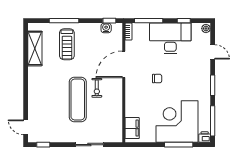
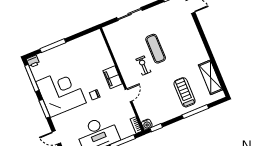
water cooler: (106, 28) -> (147, 124), moved
door: (124, 64) -> (129, 95), width x0.53
exercise mat: (78, 99) -> (156, 49), width x0.73, depth x0.69
corner desk: (177, 121) -> (61, 92), moved, turned -90
filing cabinet: (132, 128) -> (113, 77), moved

